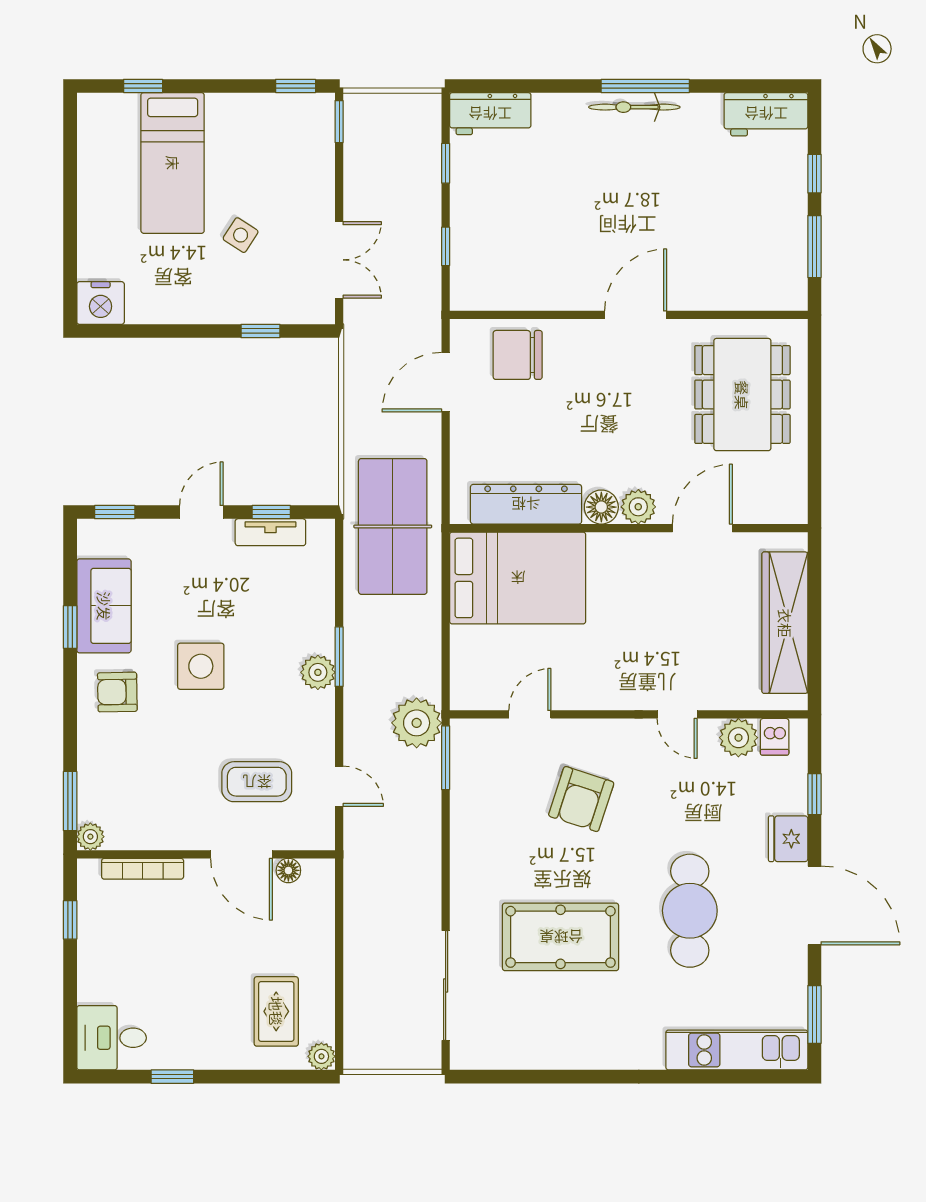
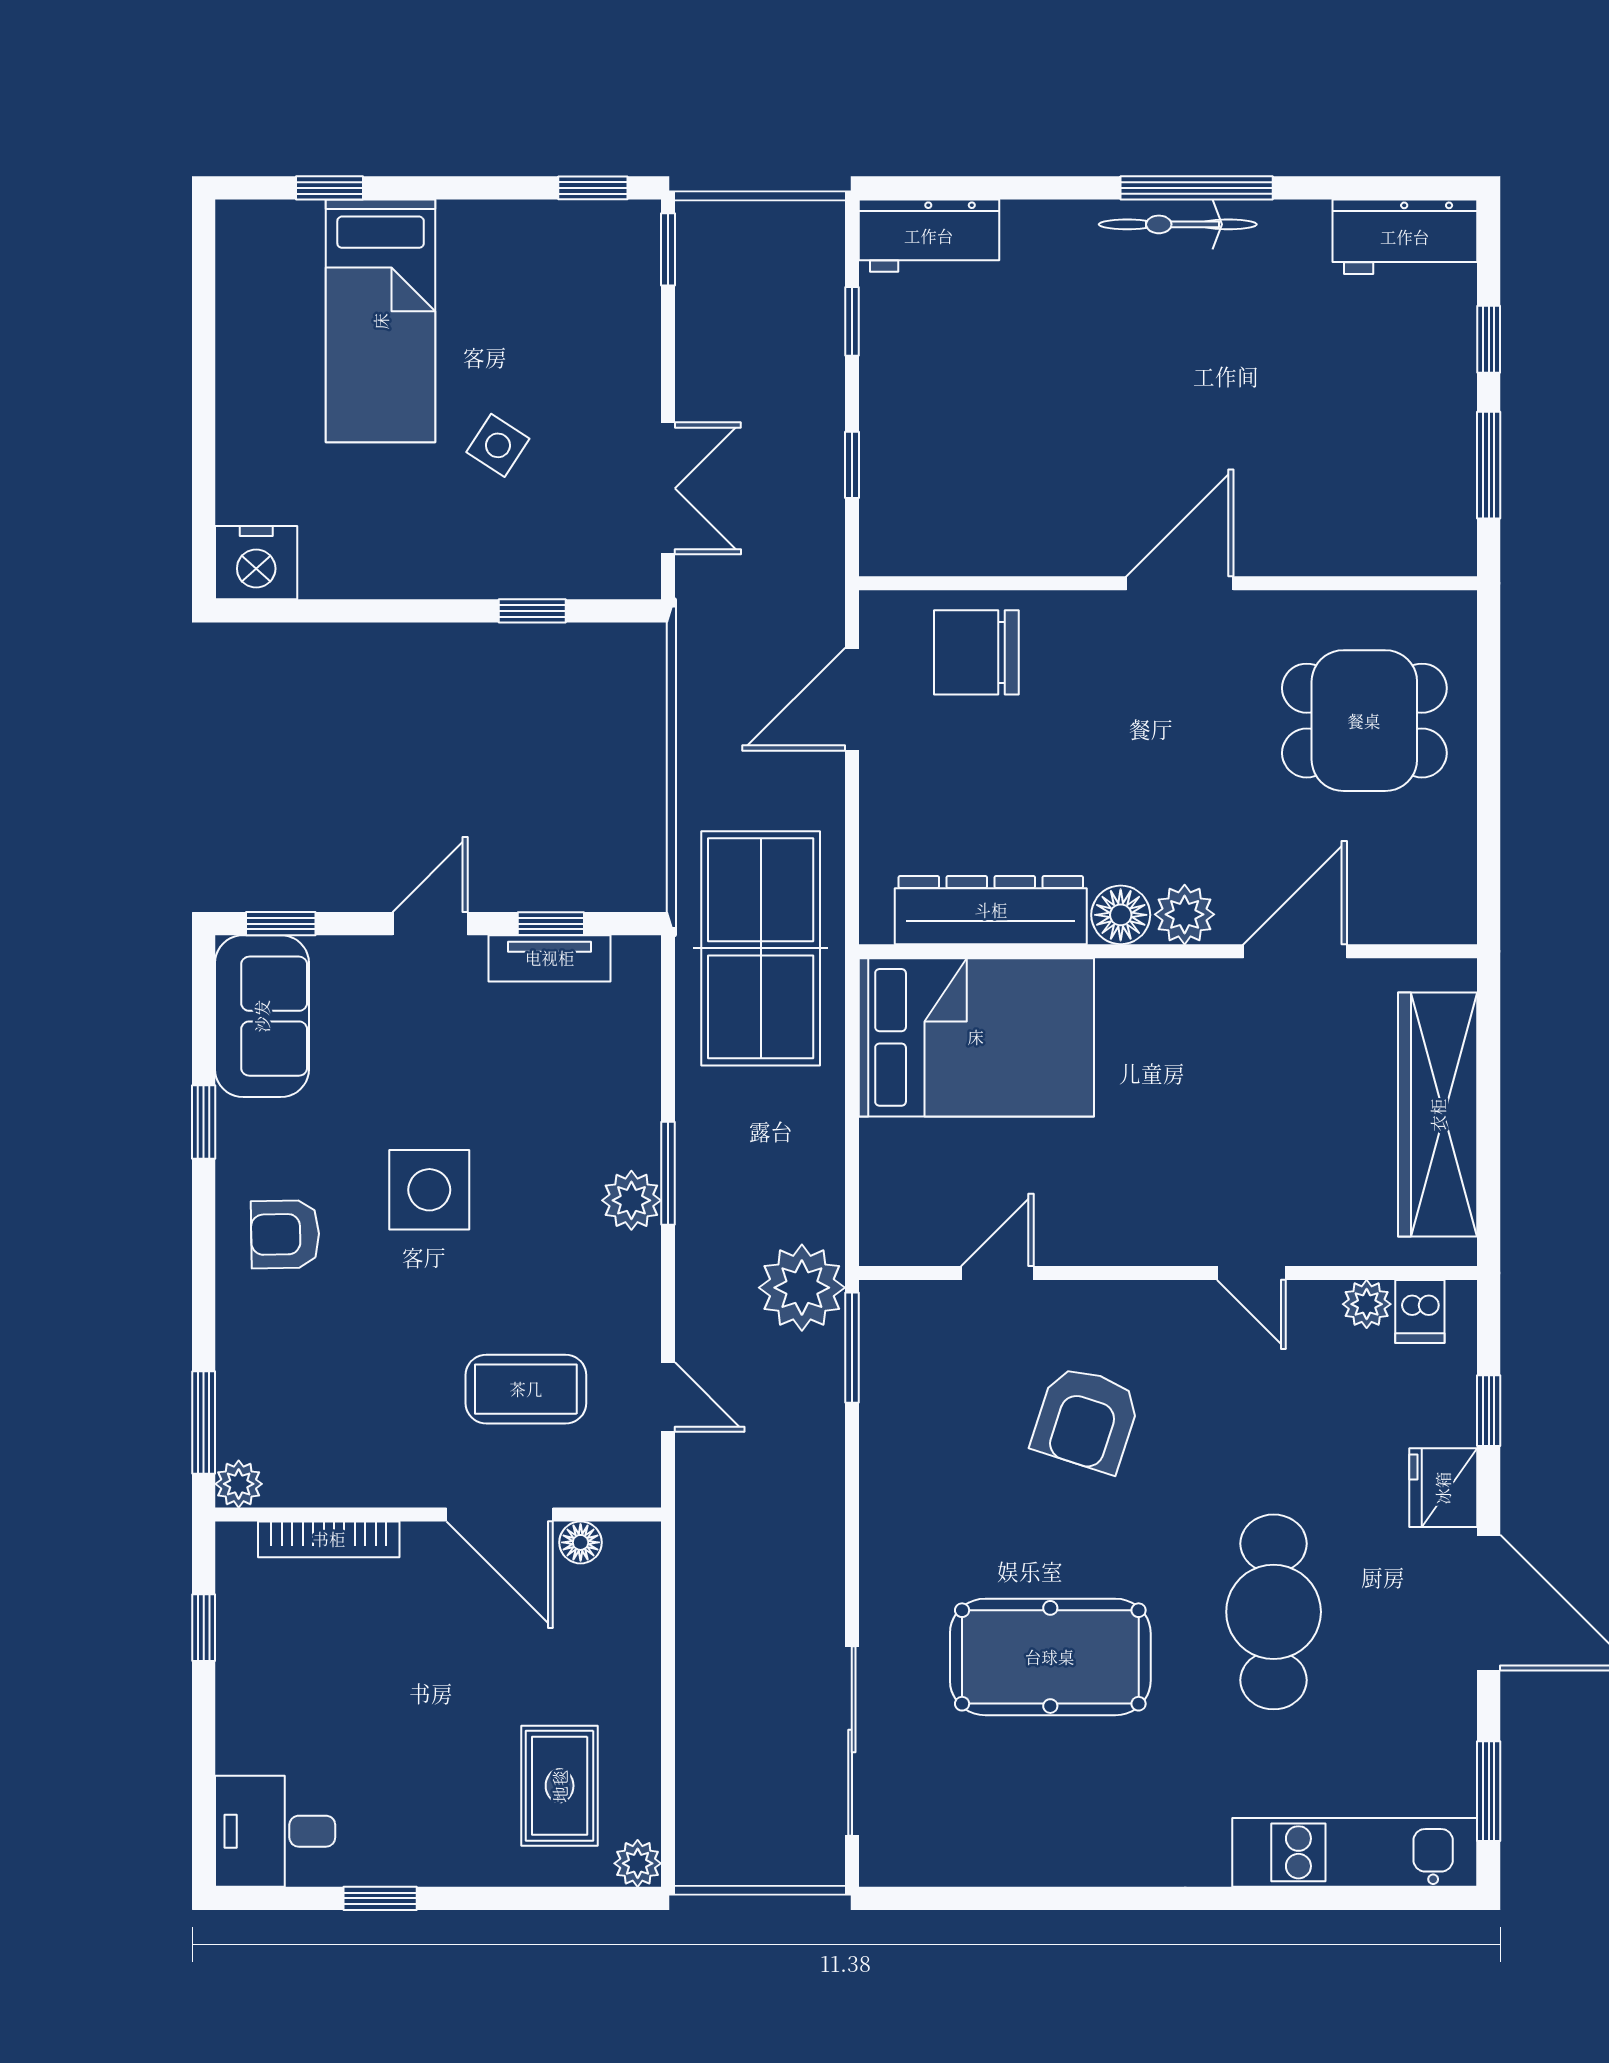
dining table: (742, 395) -> (1364, 721), width x0.73
sofa: (104, 606) -> (262, 1016), moved
plant: (738, 738) -> (1367, 1304), width x0.73, depth x0.73

